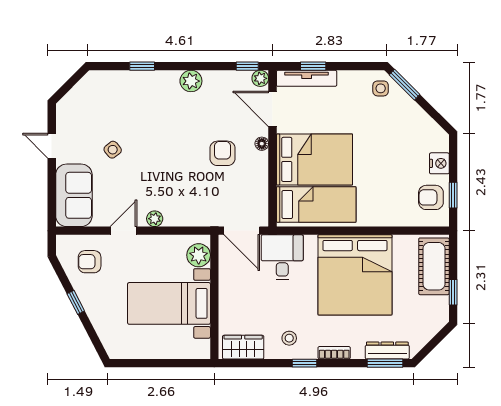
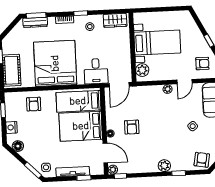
tv unit: (307, 78) -> (73, 172), moved
plant: (191, 81) -> (164, 166), moved
armchair: (99, 88) -> (202, 160), added
floor lamp: (429, 129) -> (18, 146), added
armchair: (431, 197) -> (34, 104), moved, turned 90
door: (242, 231) -> (119, 85), swing flipped

